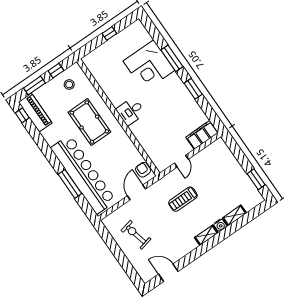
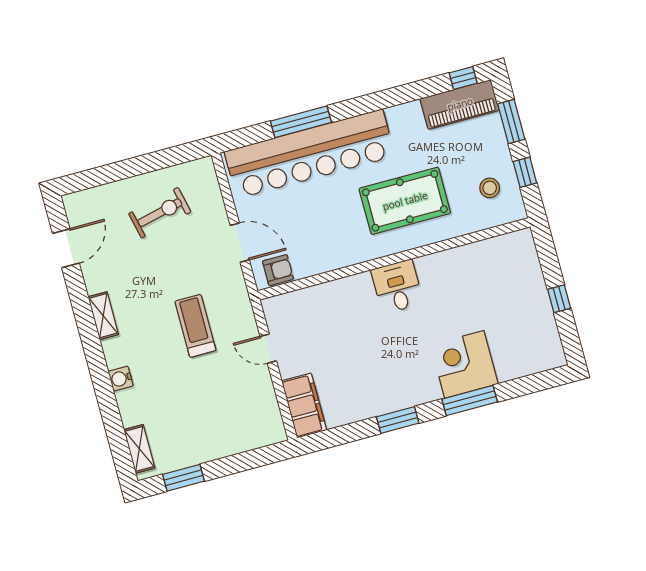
corner desk: (149, 66) -> (464, 364), width x0.74, depth x0.74
shelving: (234, 215) -> (139, 449), moved
shelving: (206, 235) -> (103, 316), moved

